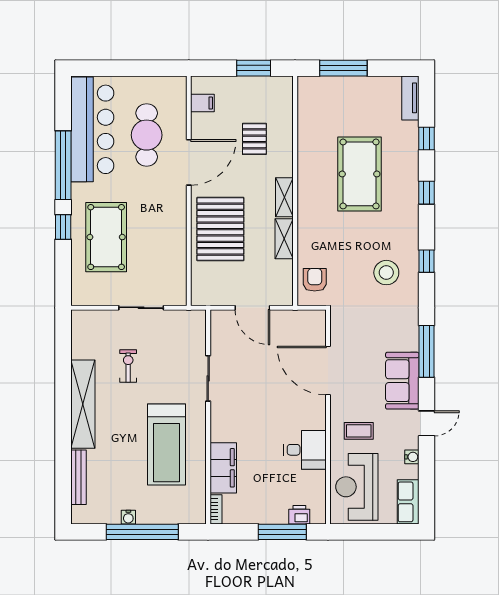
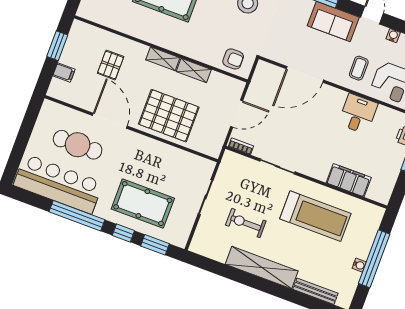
filing cabinet: (202, 103) -> (64, 72), moved, turned 90
pallet: (254, 139) -> (111, 65), turned 90
window: (63, 269) -> (155, 245), added
armchair: (315, 280) -> (233, 59), turned 180
exercise bike: (128, 366) -> (246, 223), width x1.38, depth x1.39
bookcase: (216, 509) -> (241, 146), moved

